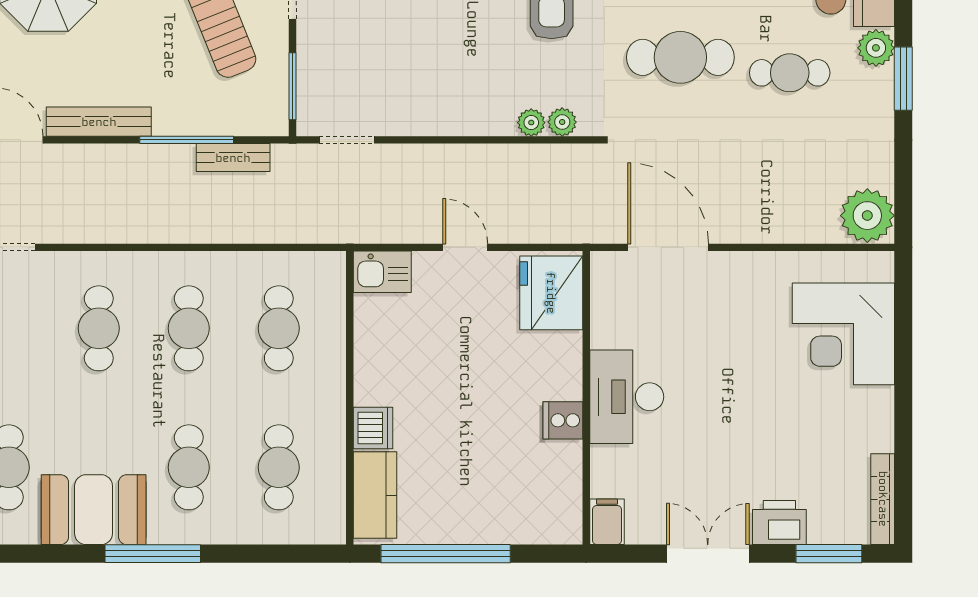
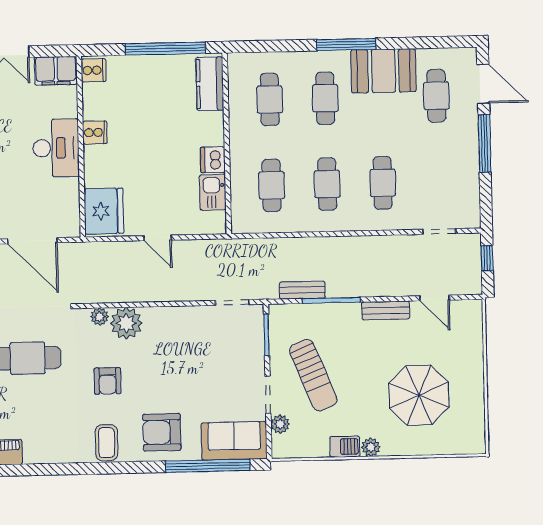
bench: (99, 122) -> (386, 310), width x0.73
plant: (531, 123) -> (126, 323), width x1.88, depth x1.88
kitchen sink: (382, 272) -> (213, 192), moved, turned -90
dishwasher: (373, 428) -> (213, 160), moved
cooker: (563, 521) -> (94, 70), added
filing cabinet: (607, 522) -> (56, 71), width x2.00

